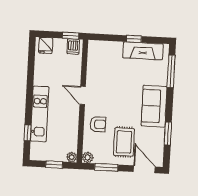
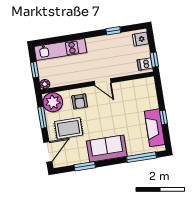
door: (83, 95) -> (103, 82), swing flipped
kitchen unit: (40, 114) -> (60, 50), moved
window: (28, 133) -> (113, 31), moved
plant: (88, 157) -> (53, 102), width x1.87, depth x1.87

